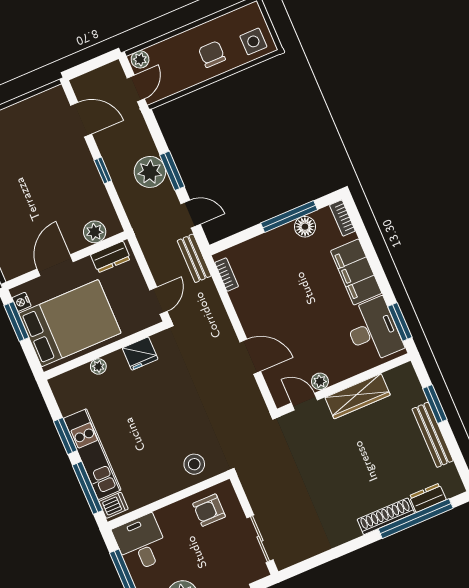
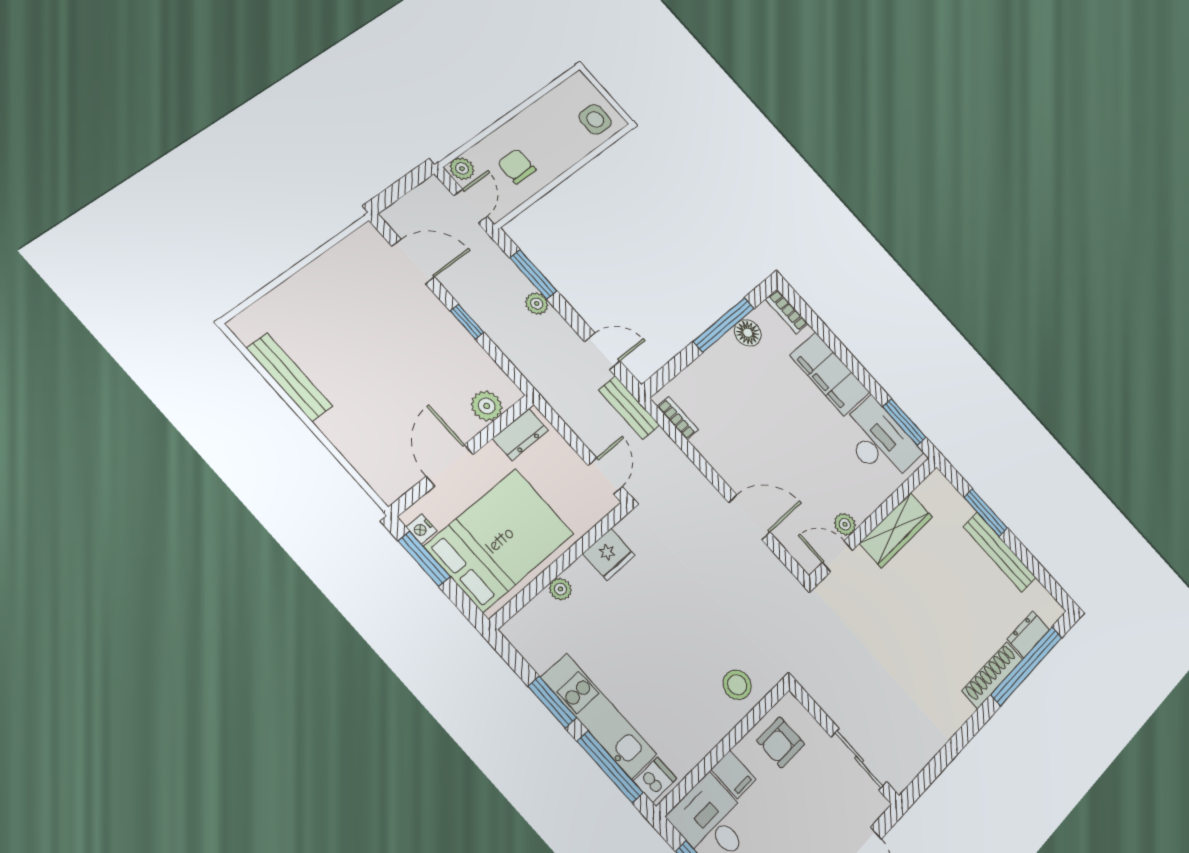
chair: (212, 54) -> (517, 166), moved
window: (172, 171) -> (533, 274), moved
plant: (150, 172) -> (537, 304), width x0.53, depth x0.53
filing cabinet: (168, 519) -> (734, 774), added

